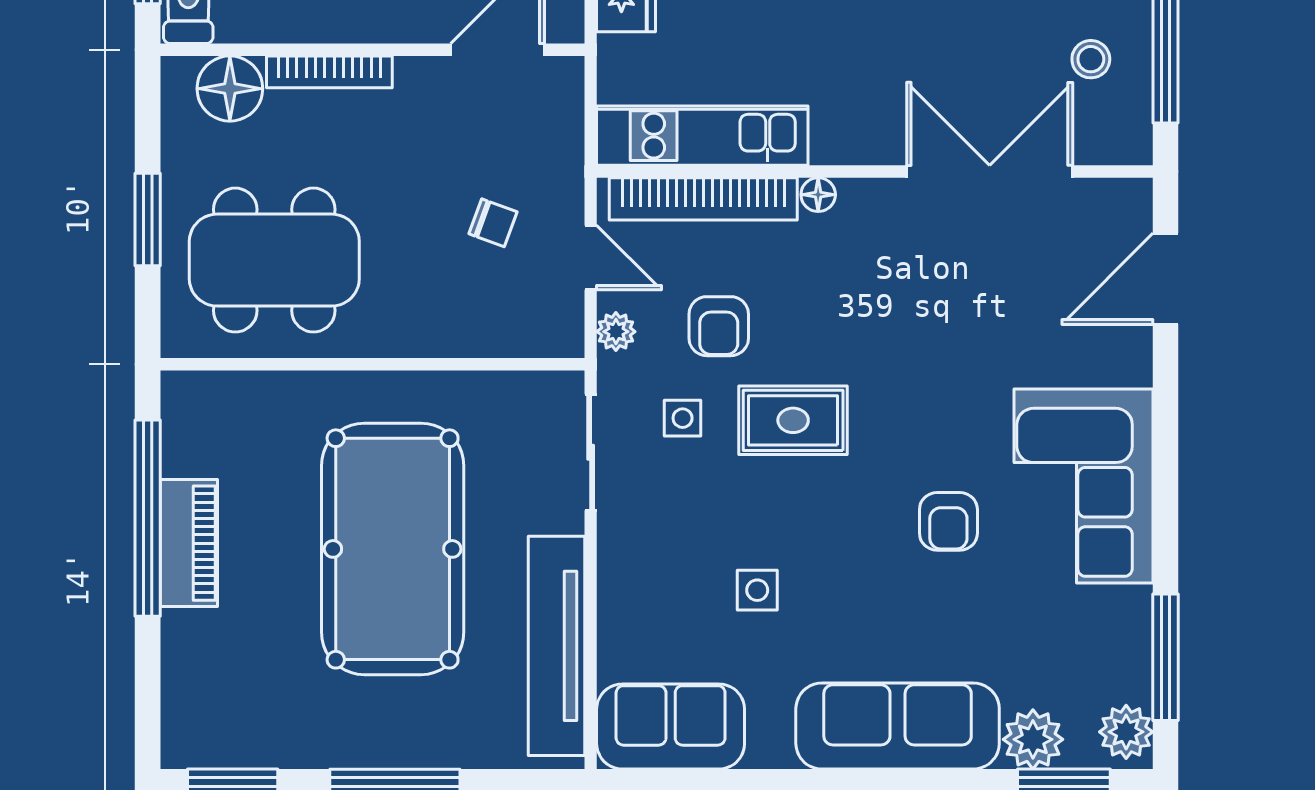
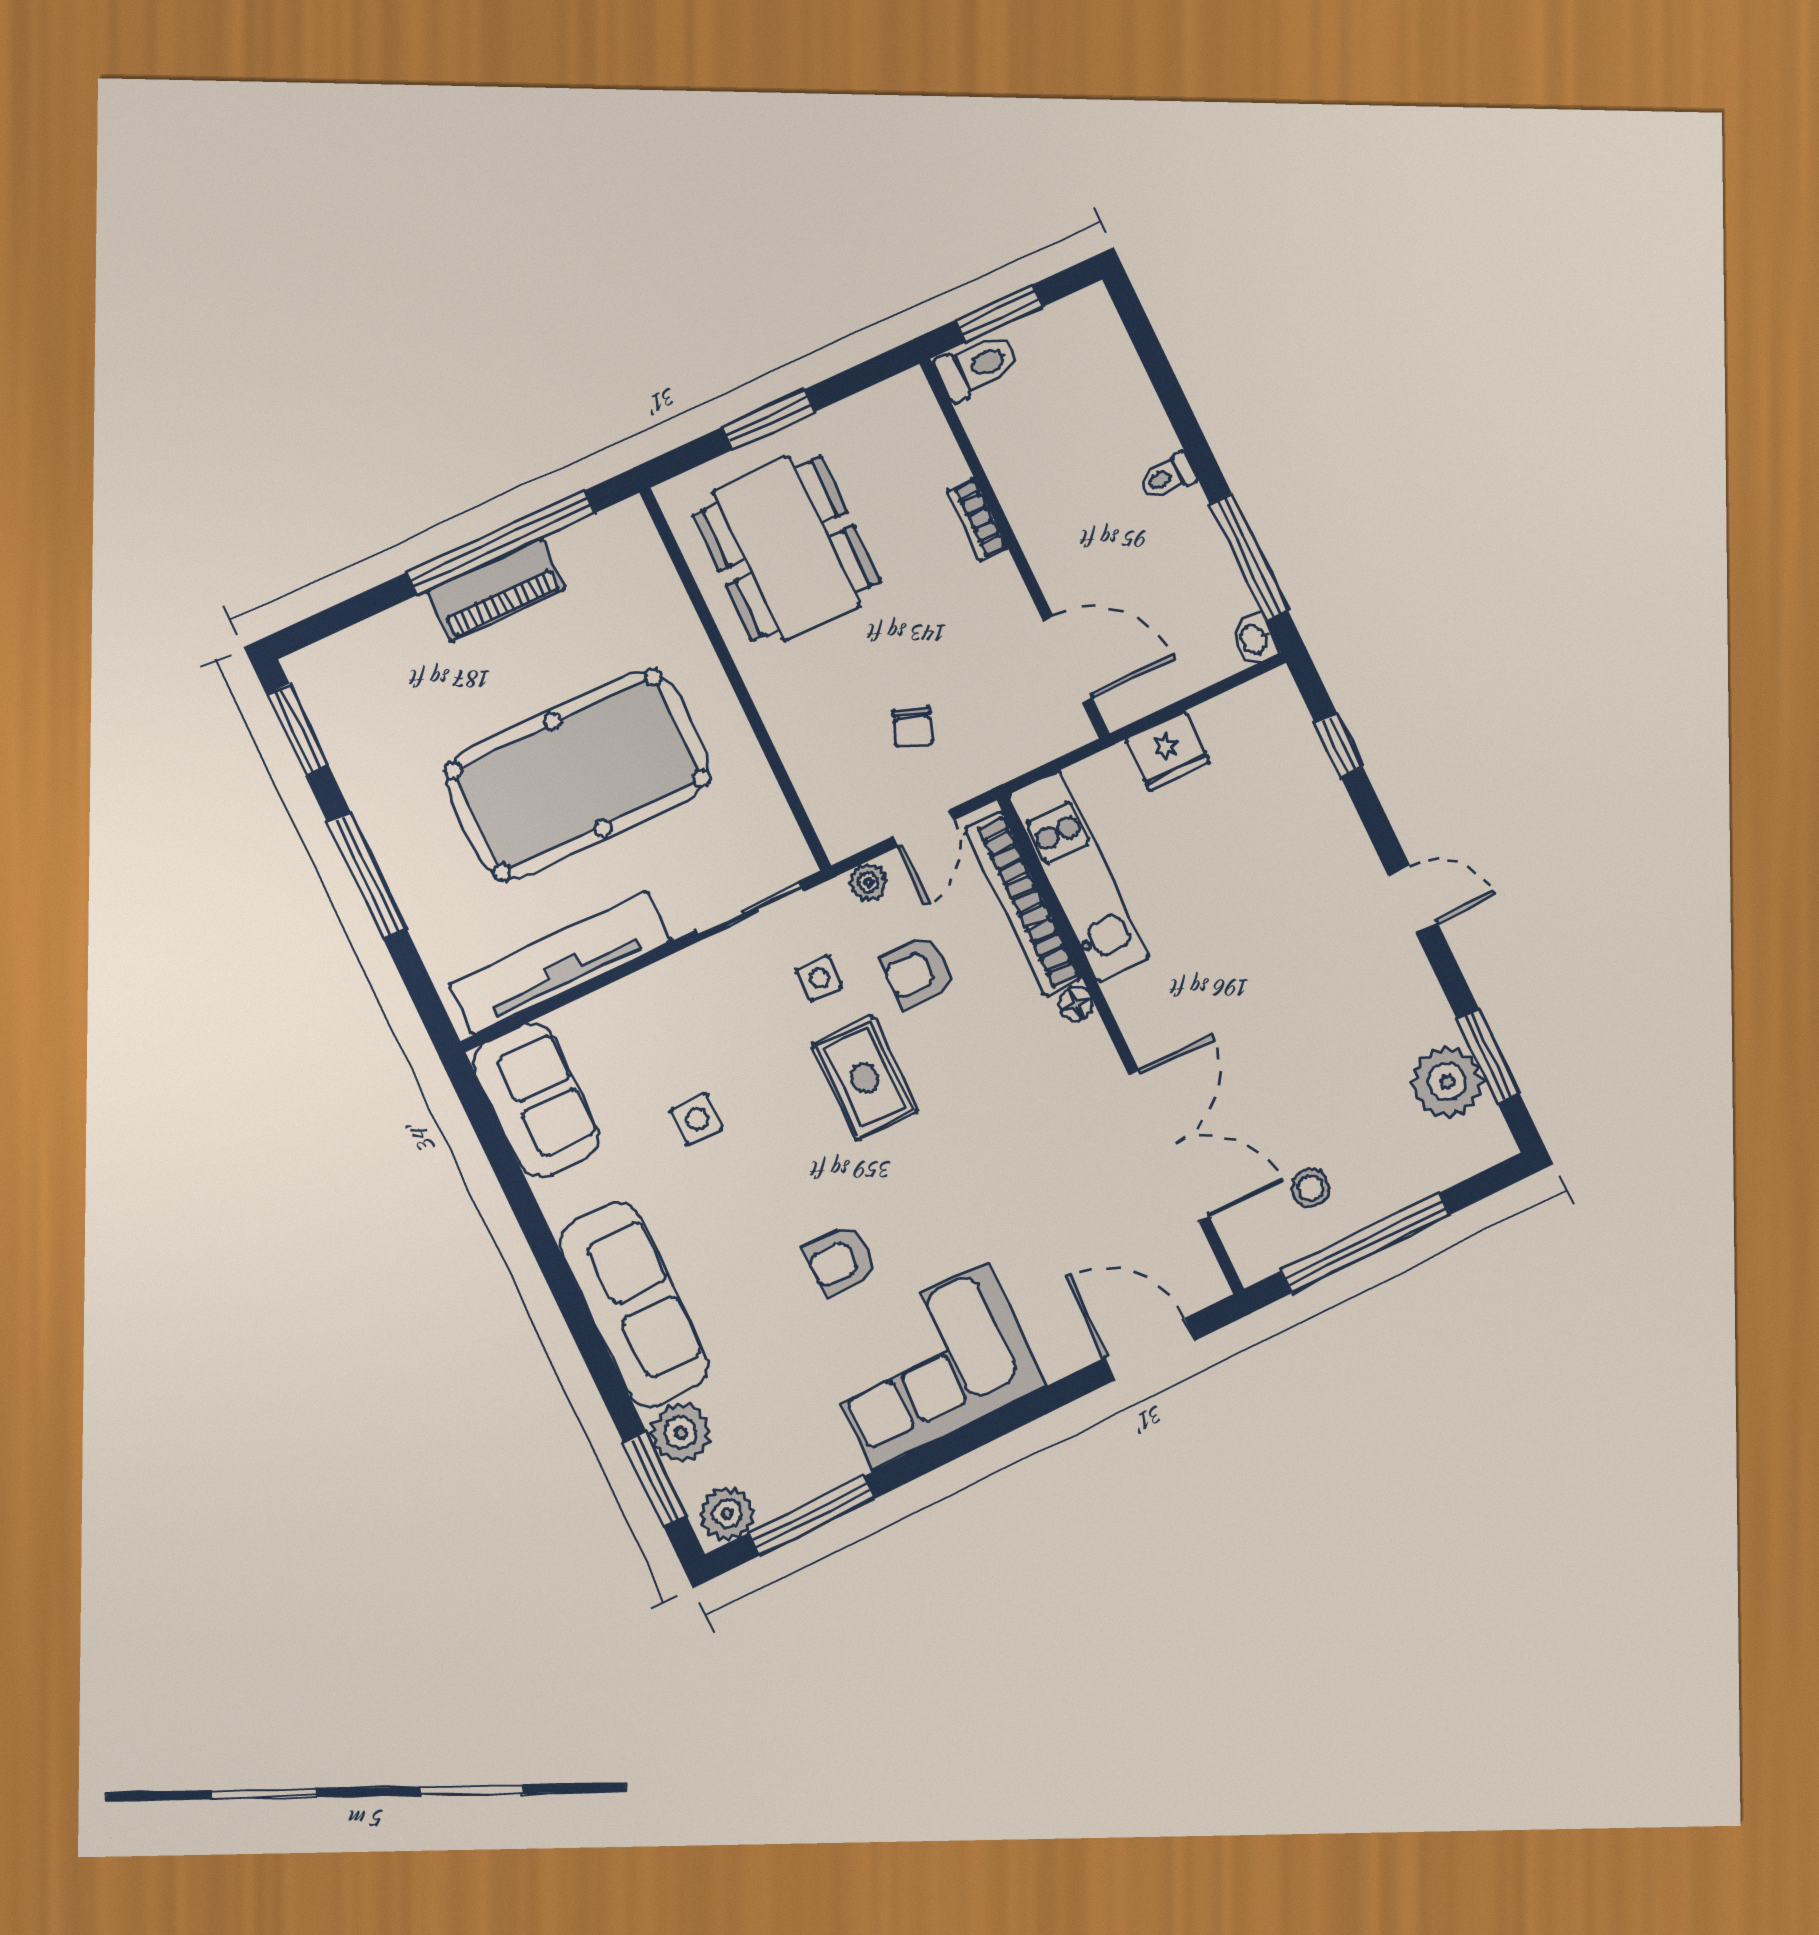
bookcase: (329, 72) -> (977, 519), width x0.64
floor lamp: (230, 89) -> (920, 438), removed

